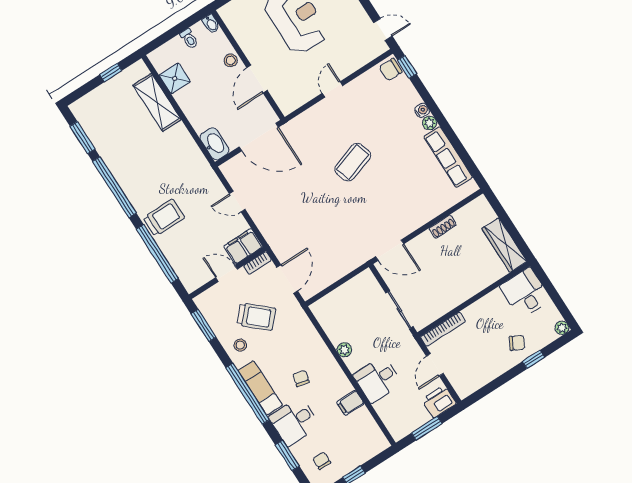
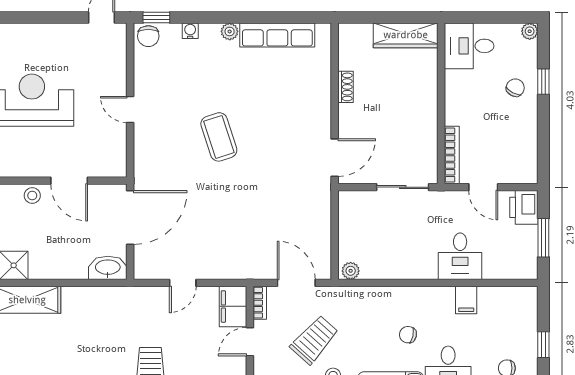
water cooler: (422, 110) -> (190, 31), moved
plant: (344, 350) -> (351, 271), moved

